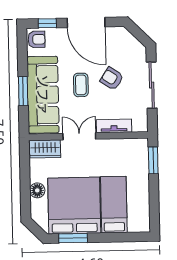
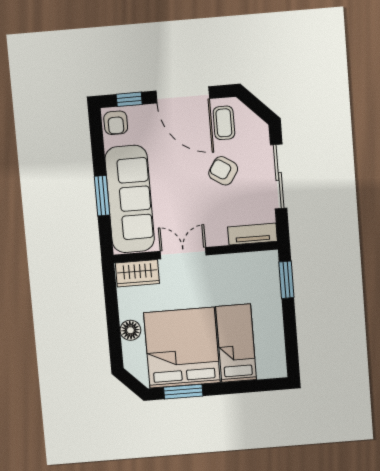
armchair: (37, 39) -> (116, 123), turned 90
coffee table: (81, 85) -> (224, 123), moved
tv unit: (114, 126) -> (252, 234), moved

